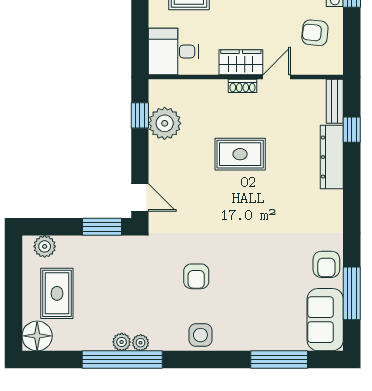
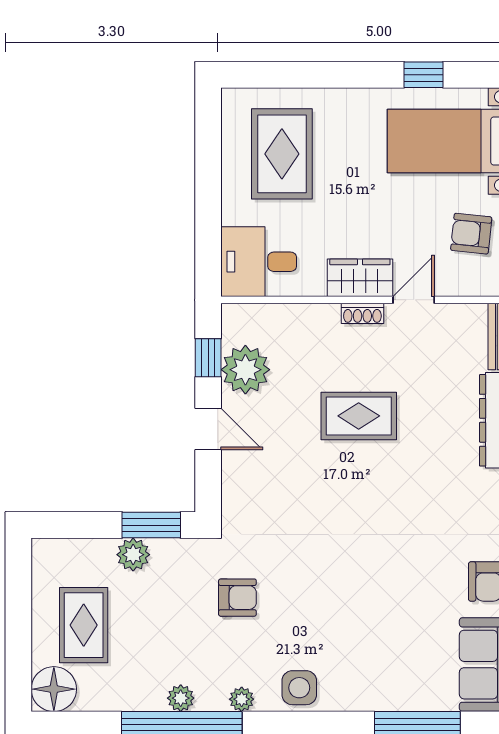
door: (140, 197) -> (208, 429), moved
plant: (45, 246) -> (133, 555), moved
armchair: (196, 276) -> (237, 598), moved, turned -90
plant: (141, 343) -> (242, 699), moved

